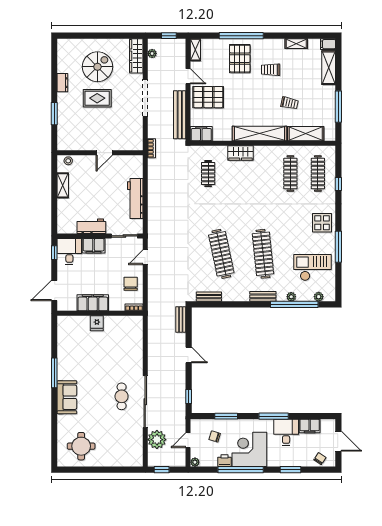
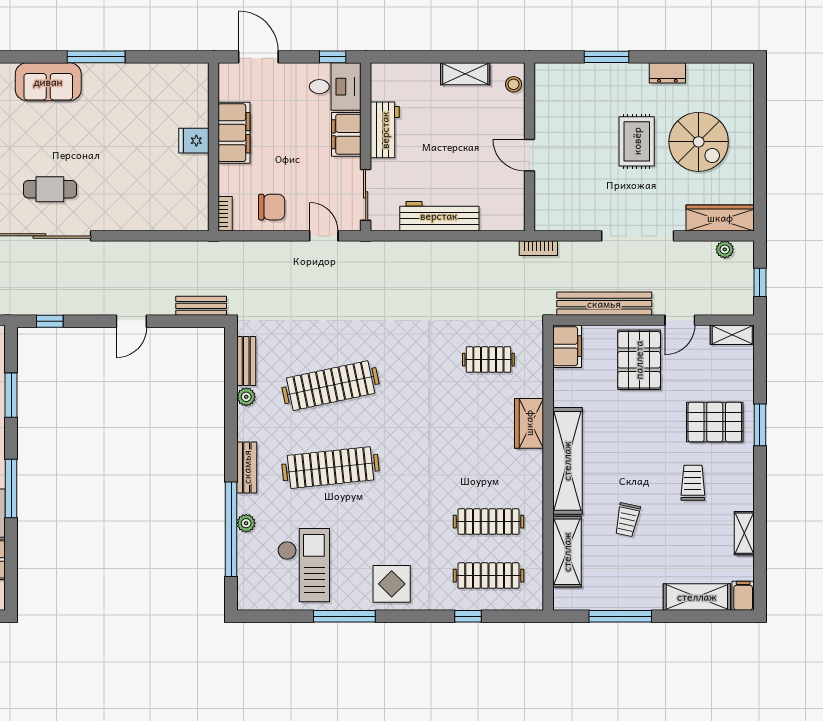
window: (241, 36) -> (760, 425), width x0.47
plant: (319, 297) -> (246, 397), moved

